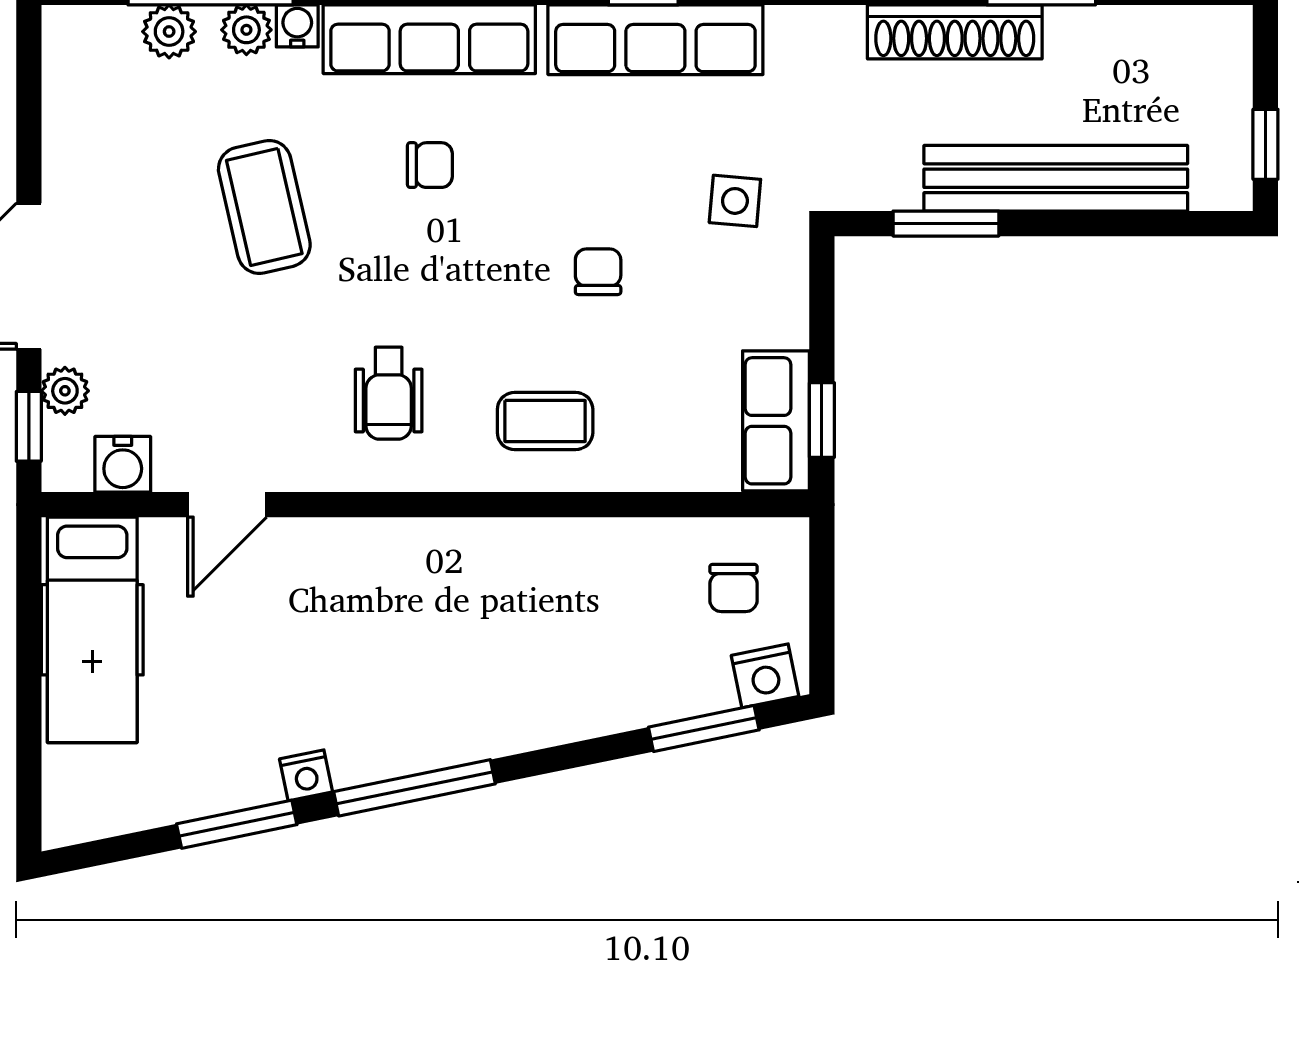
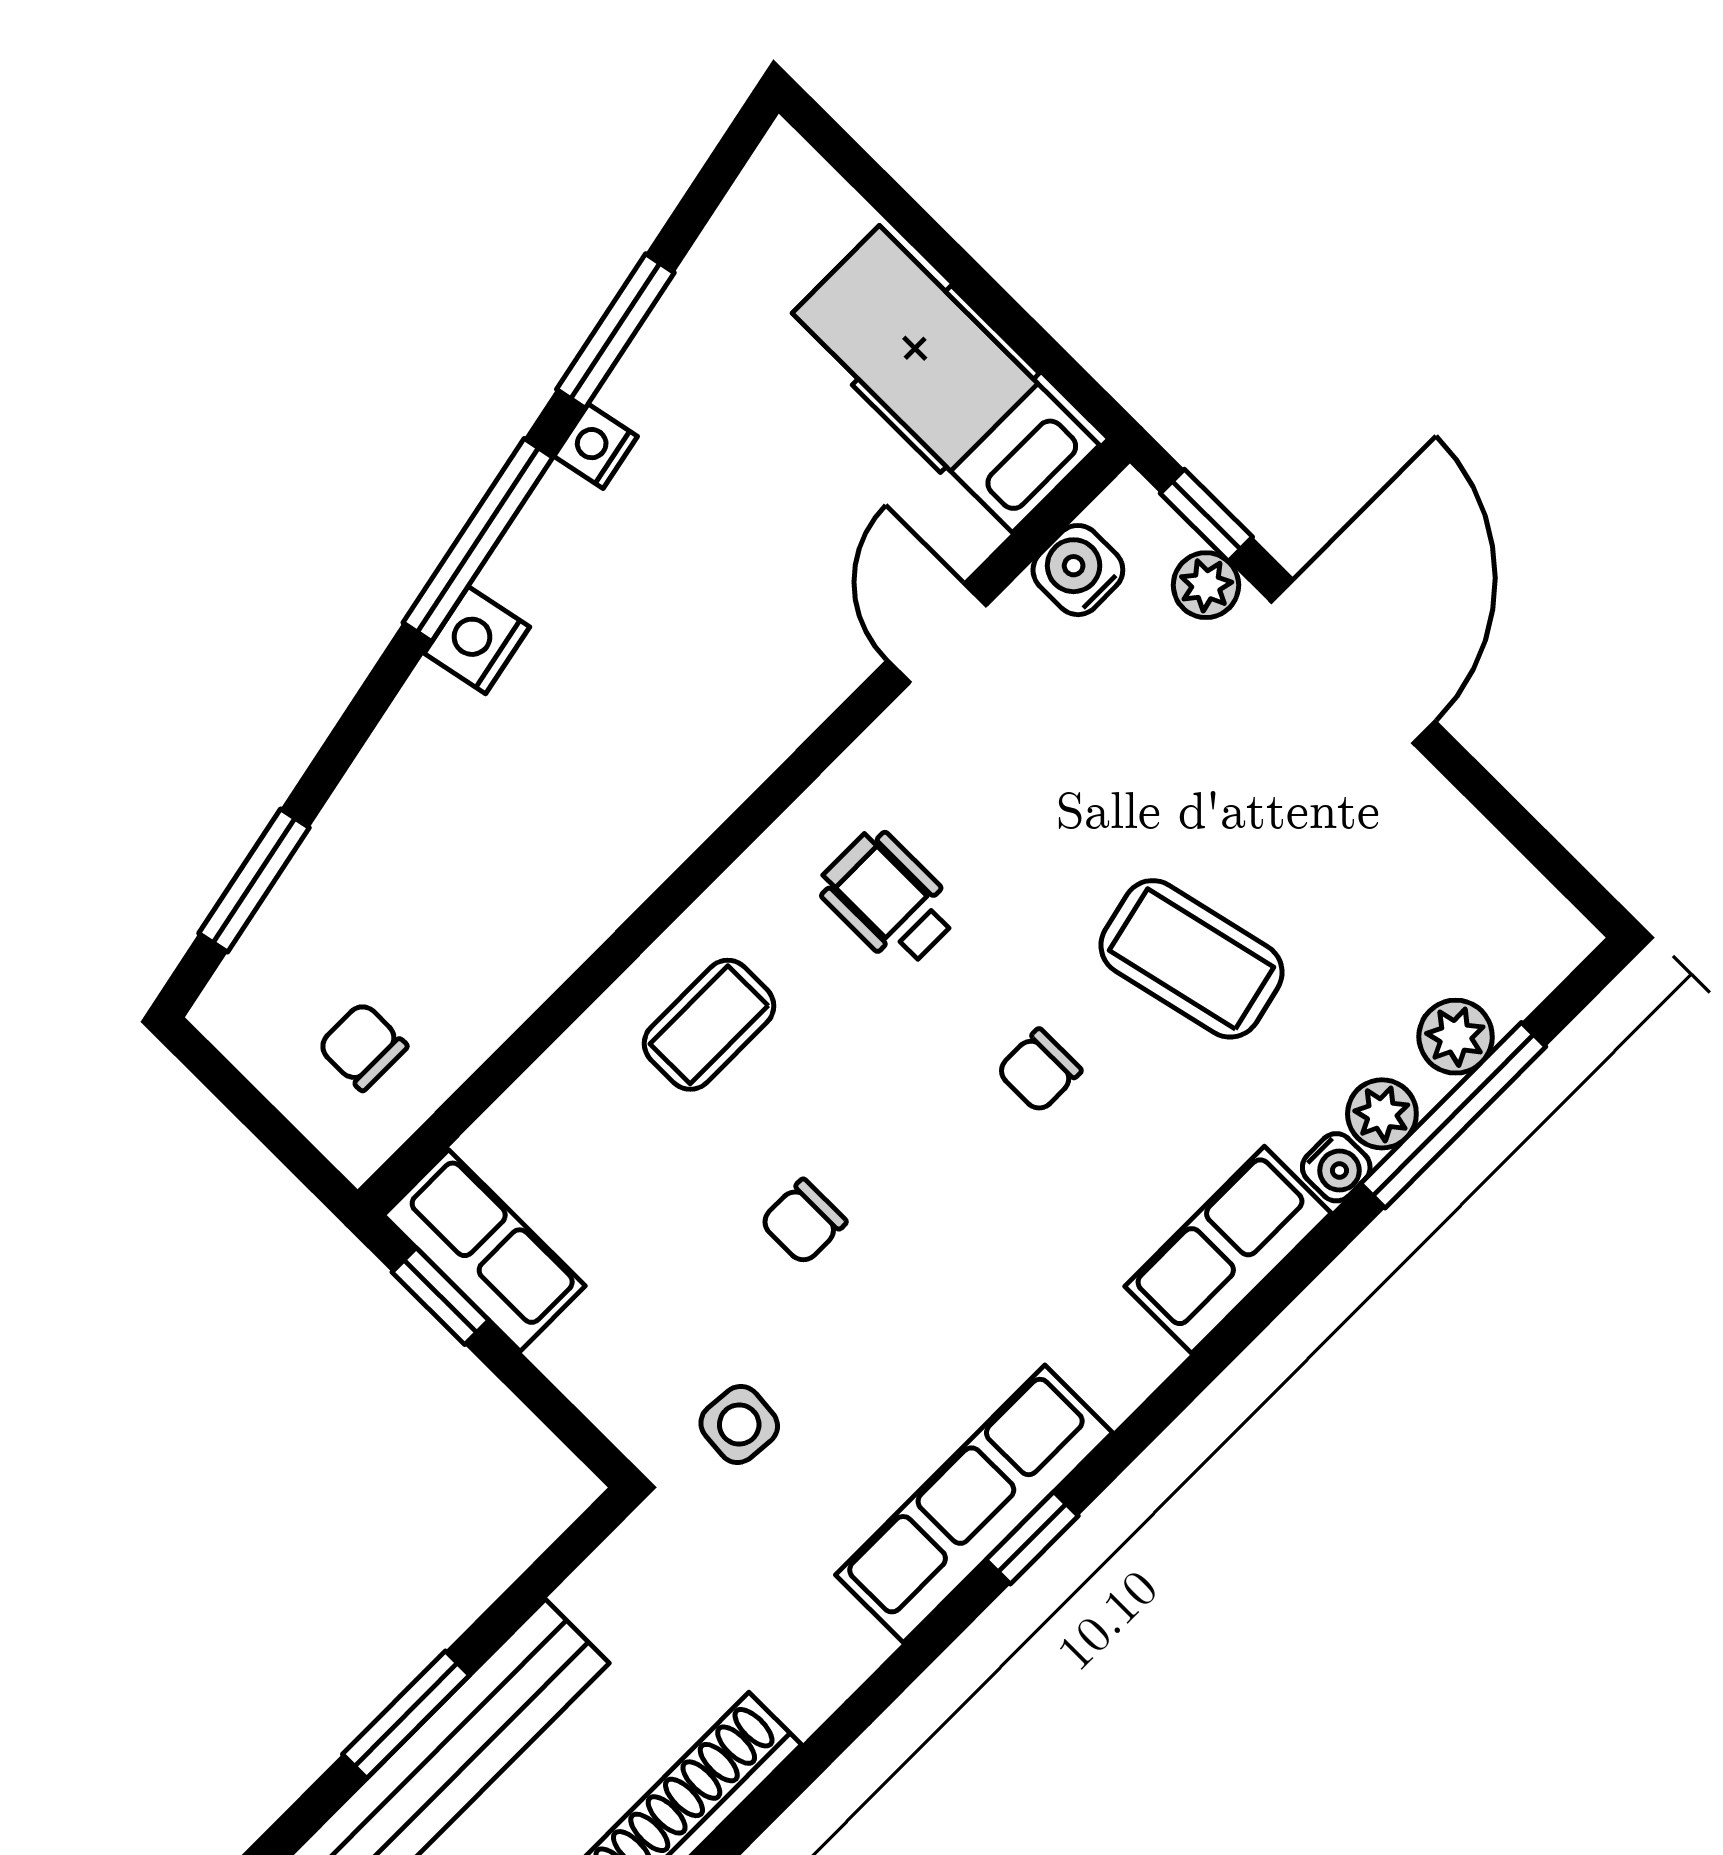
row of seats: (429, 39) -> (1228, 1250), width x0.68
chair: (430, 165) -> (1039, 1071), moved
window: (946, 224) -> (406, 1715), moved
chair: (598, 272) -> (803, 1222), turned 90
nightstand: (765, 676) -> (477, 640), moved

